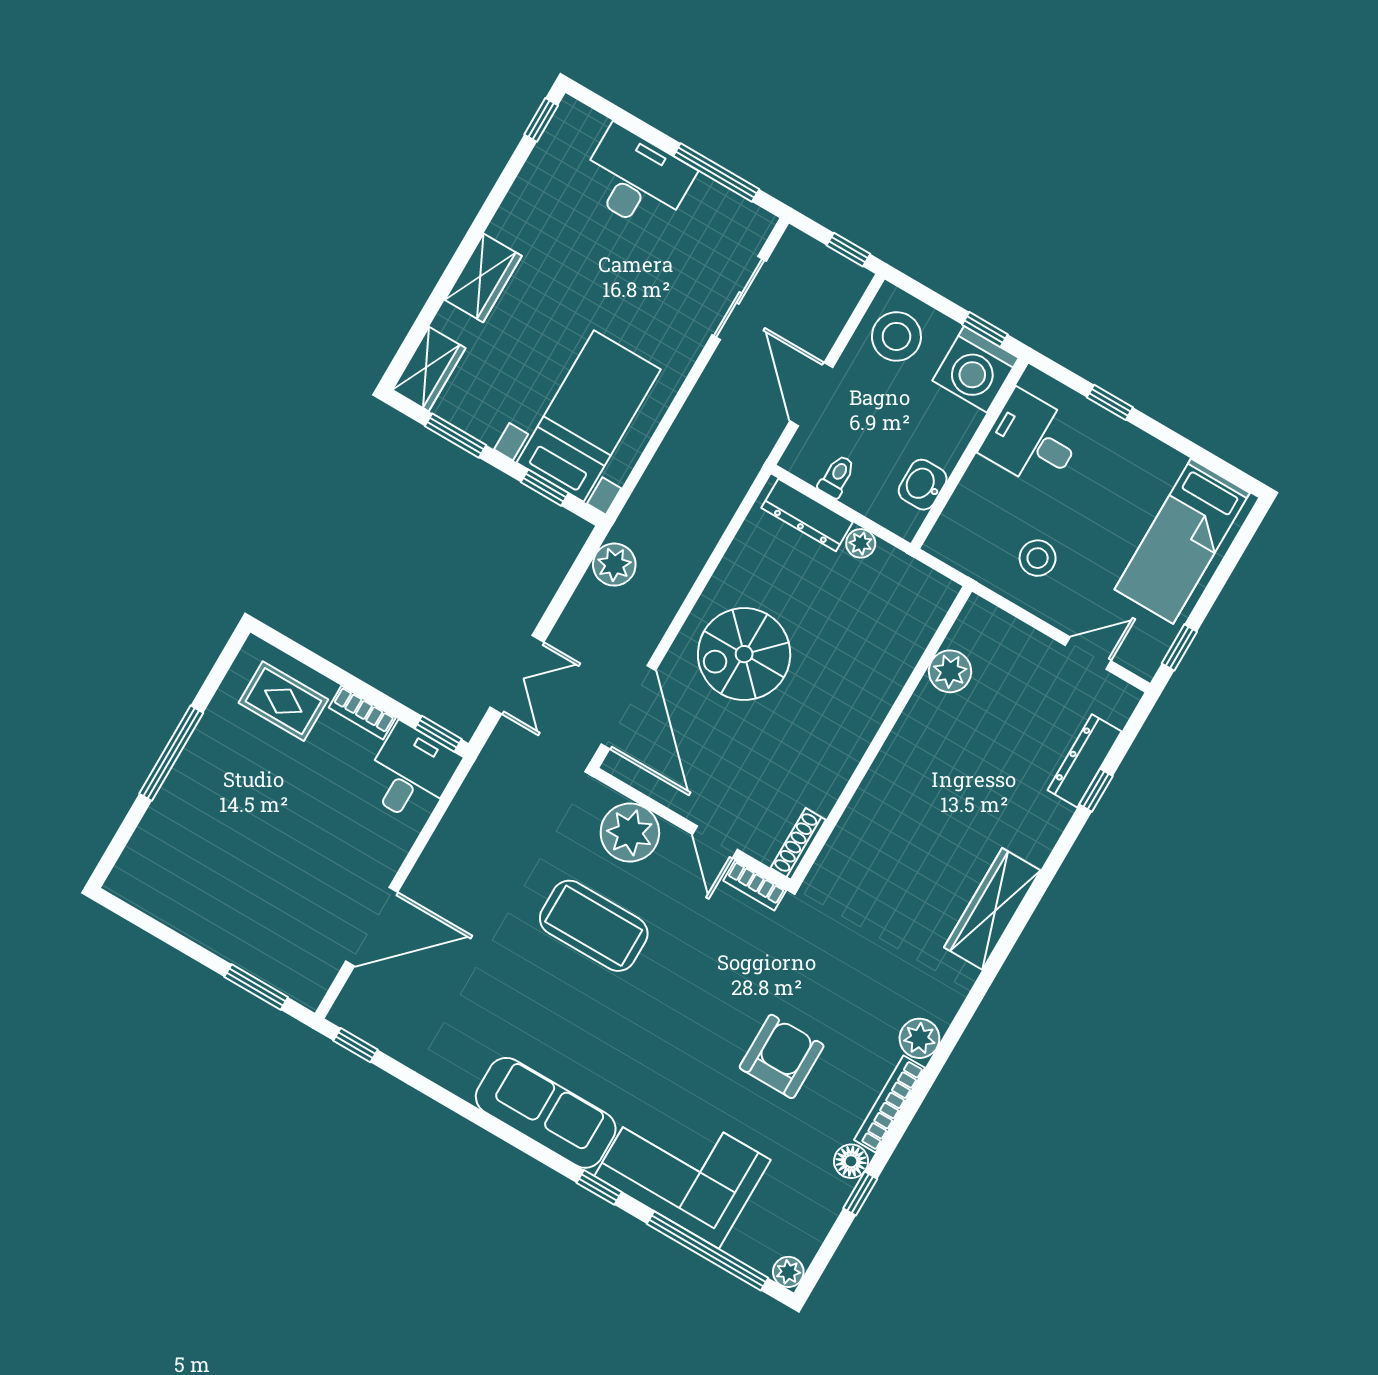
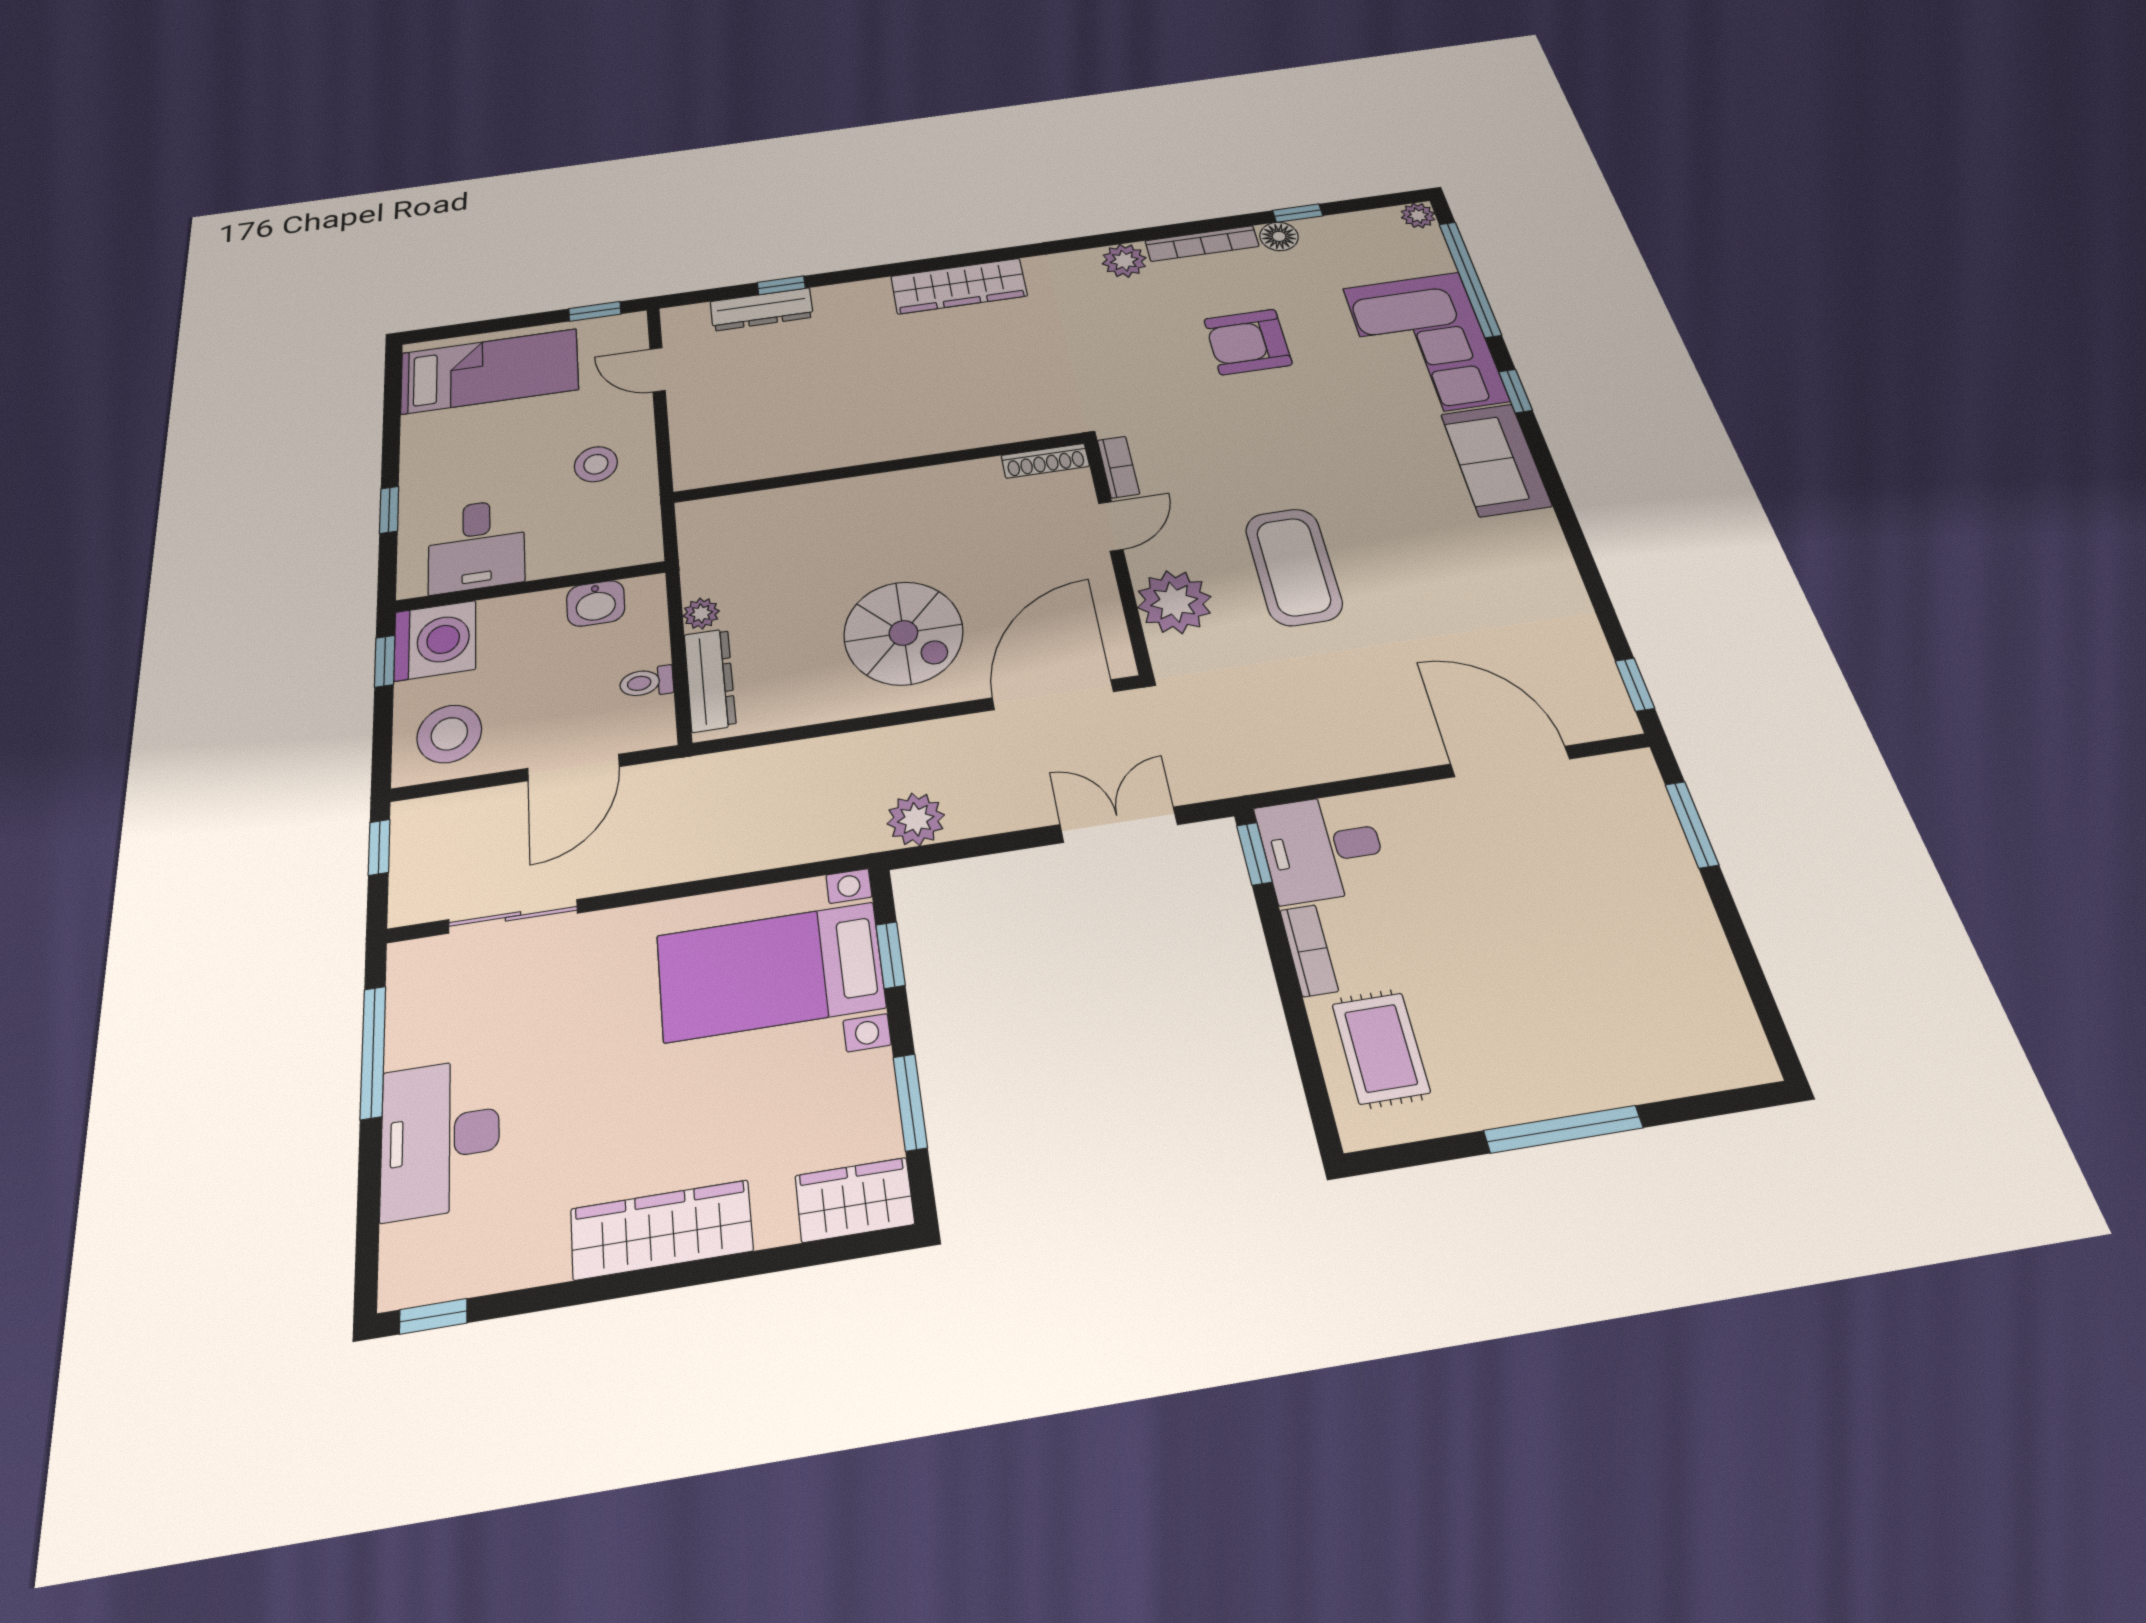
wardrobe: (483, 278) -> (662, 1230), width x1.50
plant: (950, 671) -> (768, 457), removed
sofa: (546, 1113) -> (1496, 460), width x0.73

